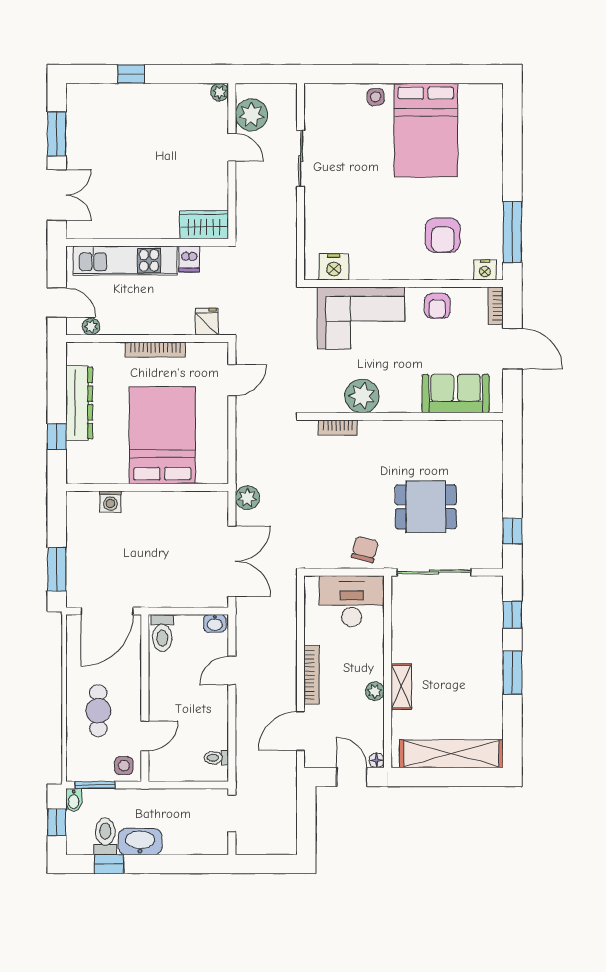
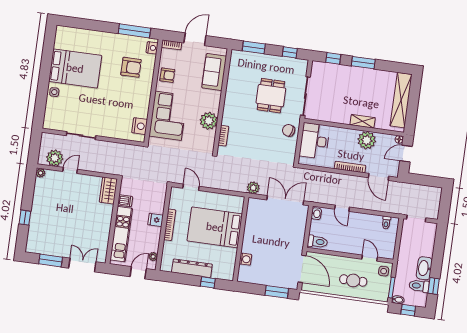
fridge: (207, 322) -> (156, 220), moved
window: (512, 462) -> (254, 47), added
plant: (375, 691) -> (367, 140), width x1.88, depth x1.88

